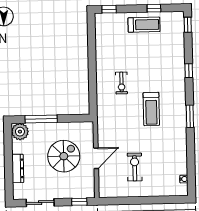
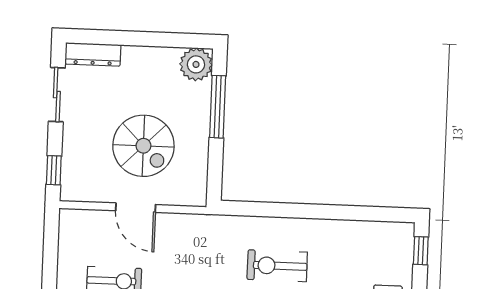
exercise bike: (121, 83) -> (277, 266), width x1.38, depth x1.39
dresser: (18, 168) -> (93, 54), moved

